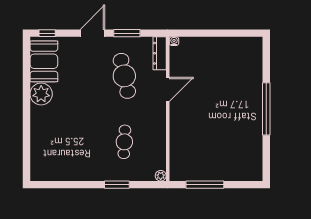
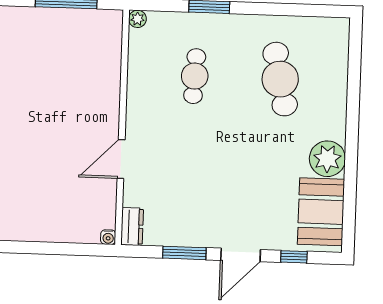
window: (47, 33) -> (294, 257), moved
dresser: (160, 53) -> (132, 226), width x0.70
cafe table: (124, 76) -> (280, 79), moved

